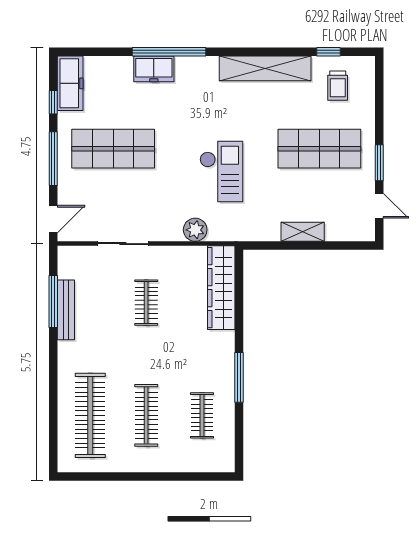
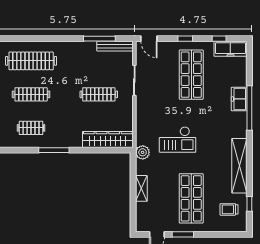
window: (53, 159) -> (185, 39), width x0.46
plant: (195, 230) -> (143, 152), moved
clothes rail: (146, 303) -> (99, 94), width x1.36
bench: (66, 310) -> (115, 46), moved

